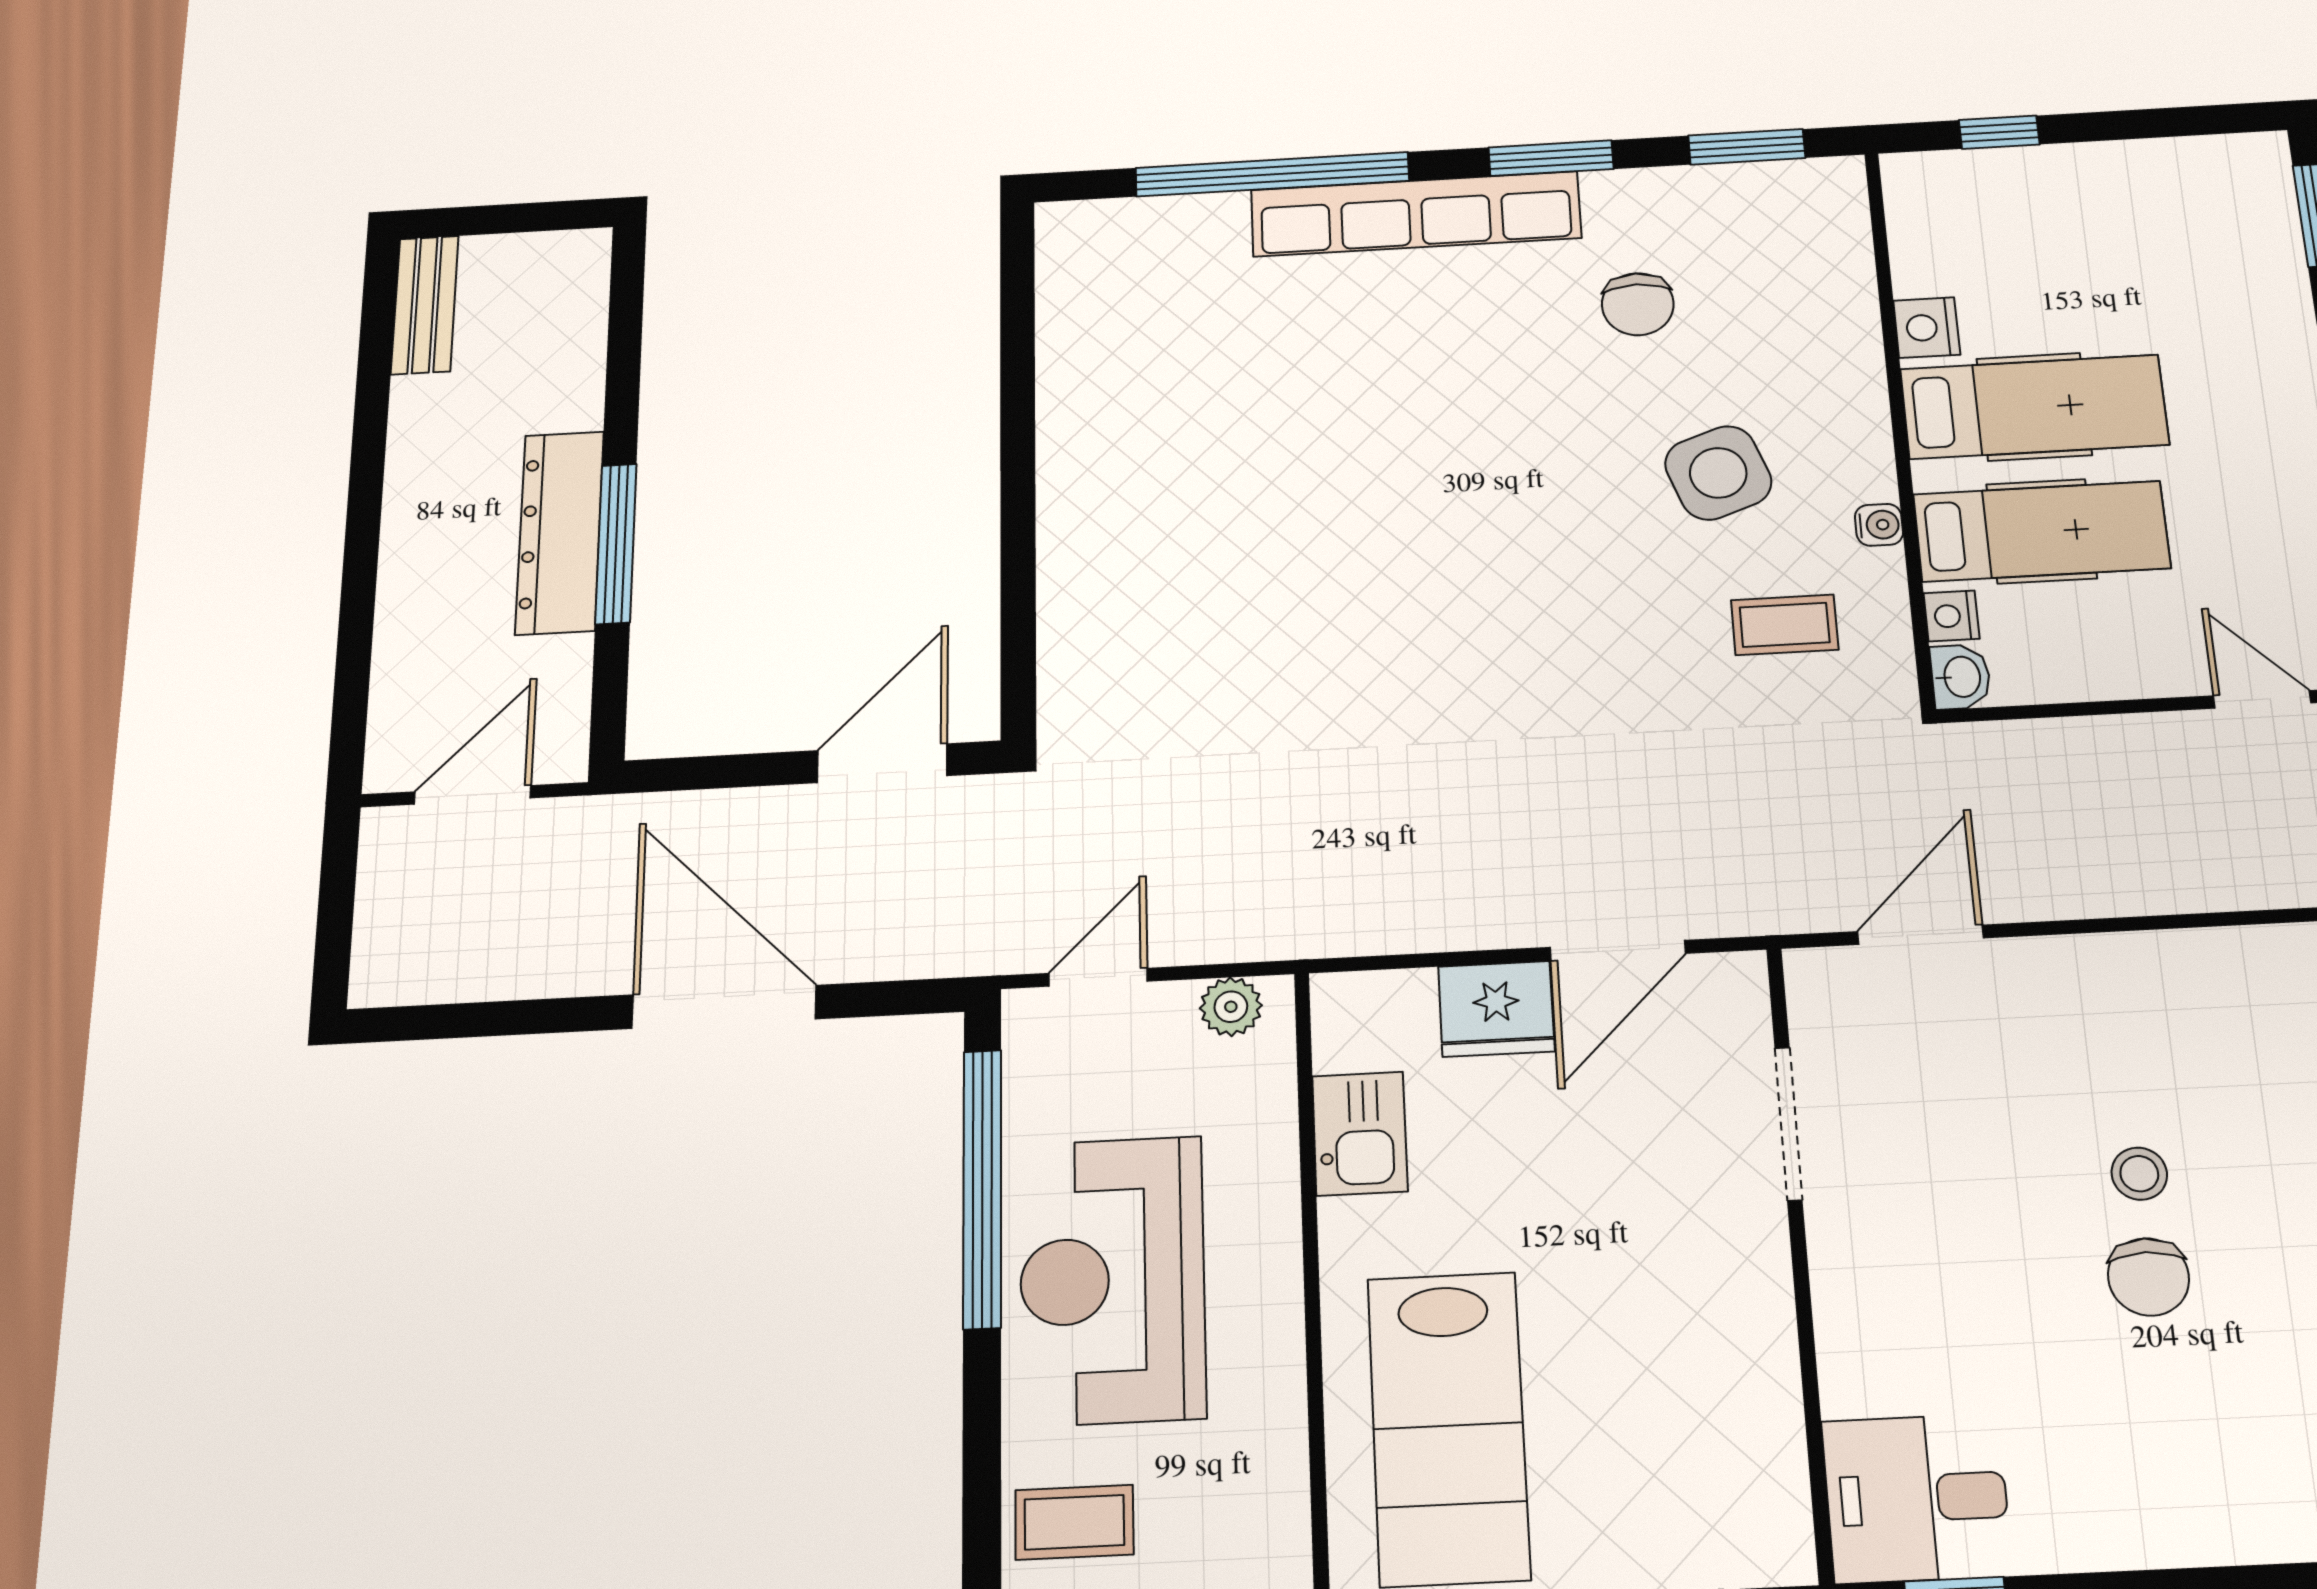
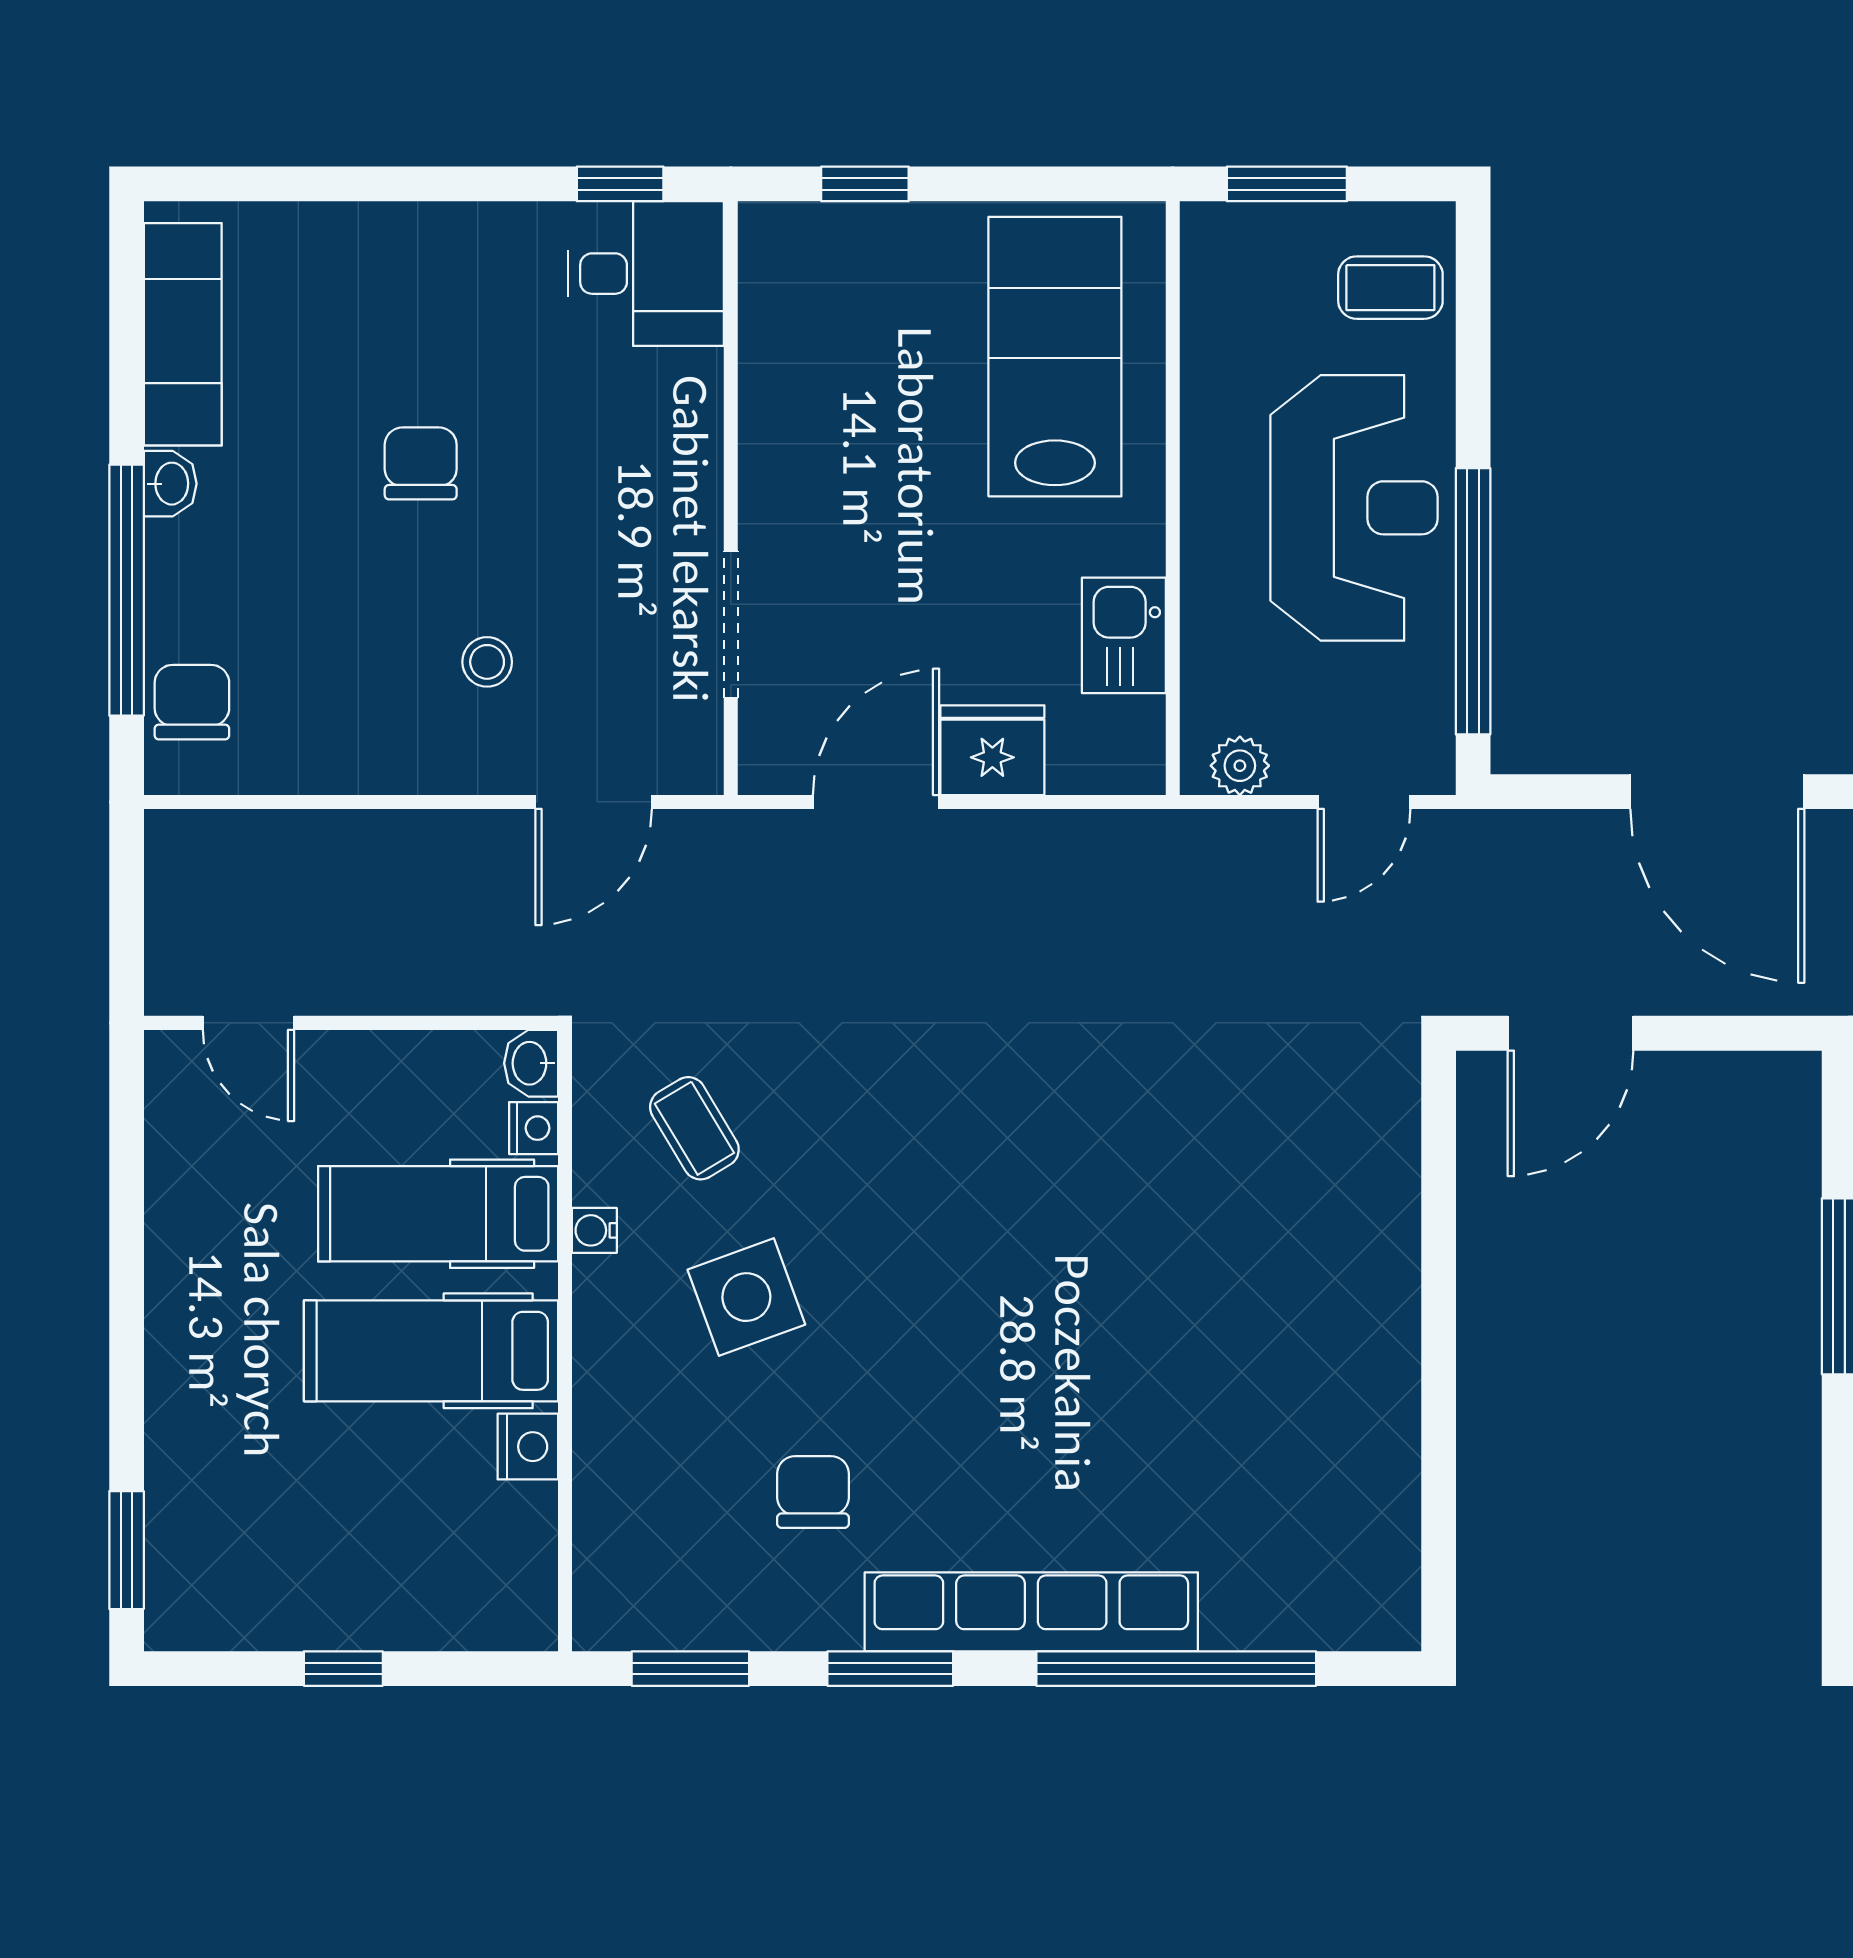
window: (1999, 132) -> (343, 1669), moved
coffee table: (1785, 625) -> (694, 1128), turned 59
stool: (2139, 1174) -> (487, 662), moved

